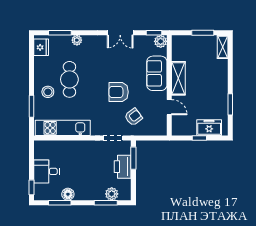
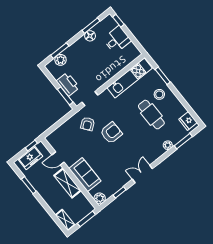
plant: (161, 41) -> (100, 198), moved
sofa: (157, 73) -> (85, 175), moved
shelving: (178, 78) -> (67, 183), moved
wall: (169, 85) -> (70, 173), moved
door: (169, 107) -> (58, 158), moved

